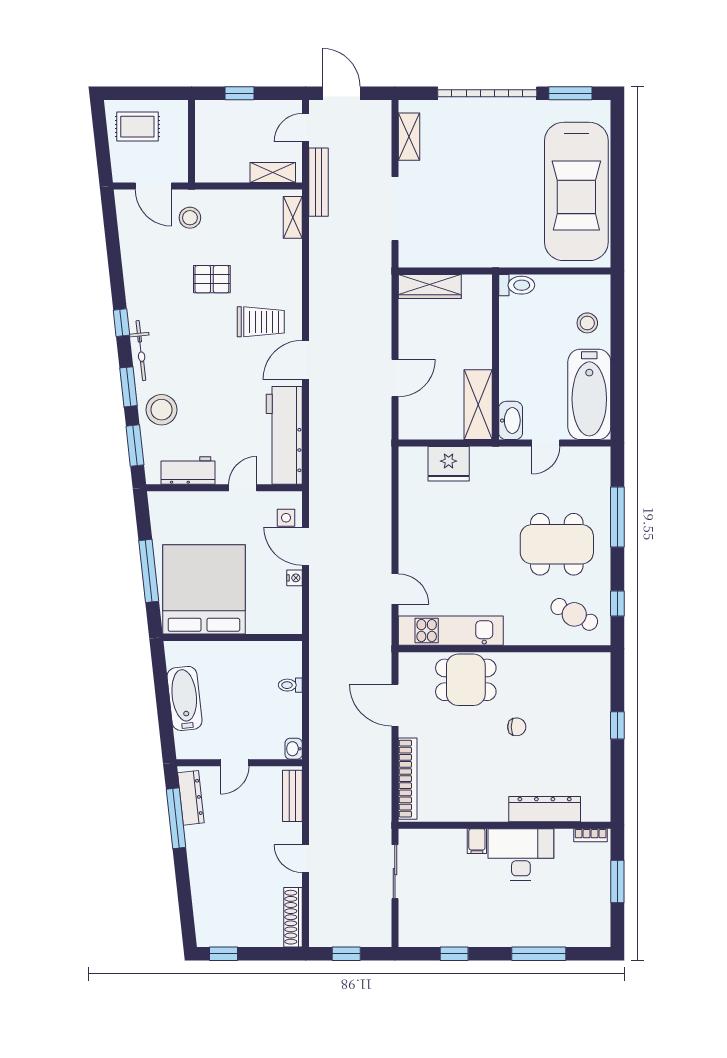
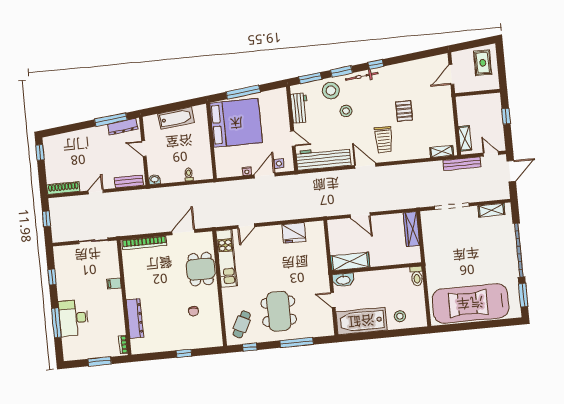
stool: (190, 218) -> (346, 111), moved
fridge: (449, 464) -> (294, 233), moved, turned -90
chair: (517, 727) -> (193, 311), moved
desk: (521, 854) -> (74, 318), moved, turned 180

